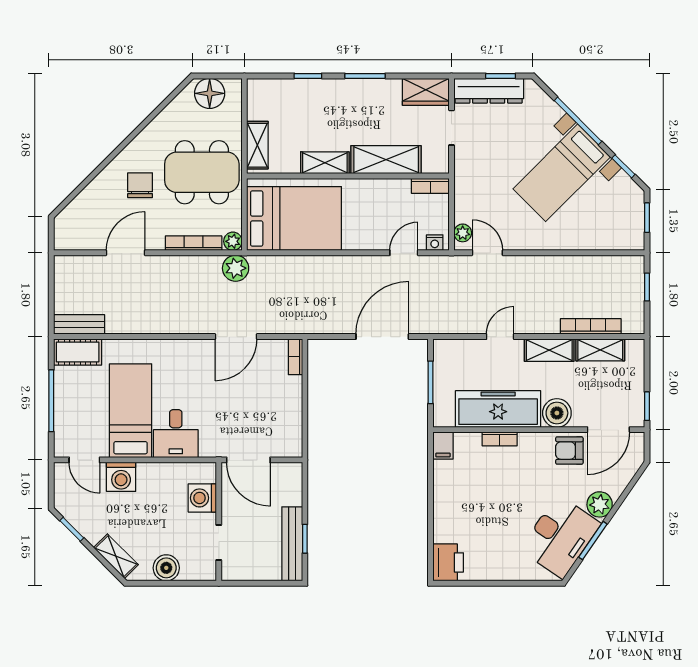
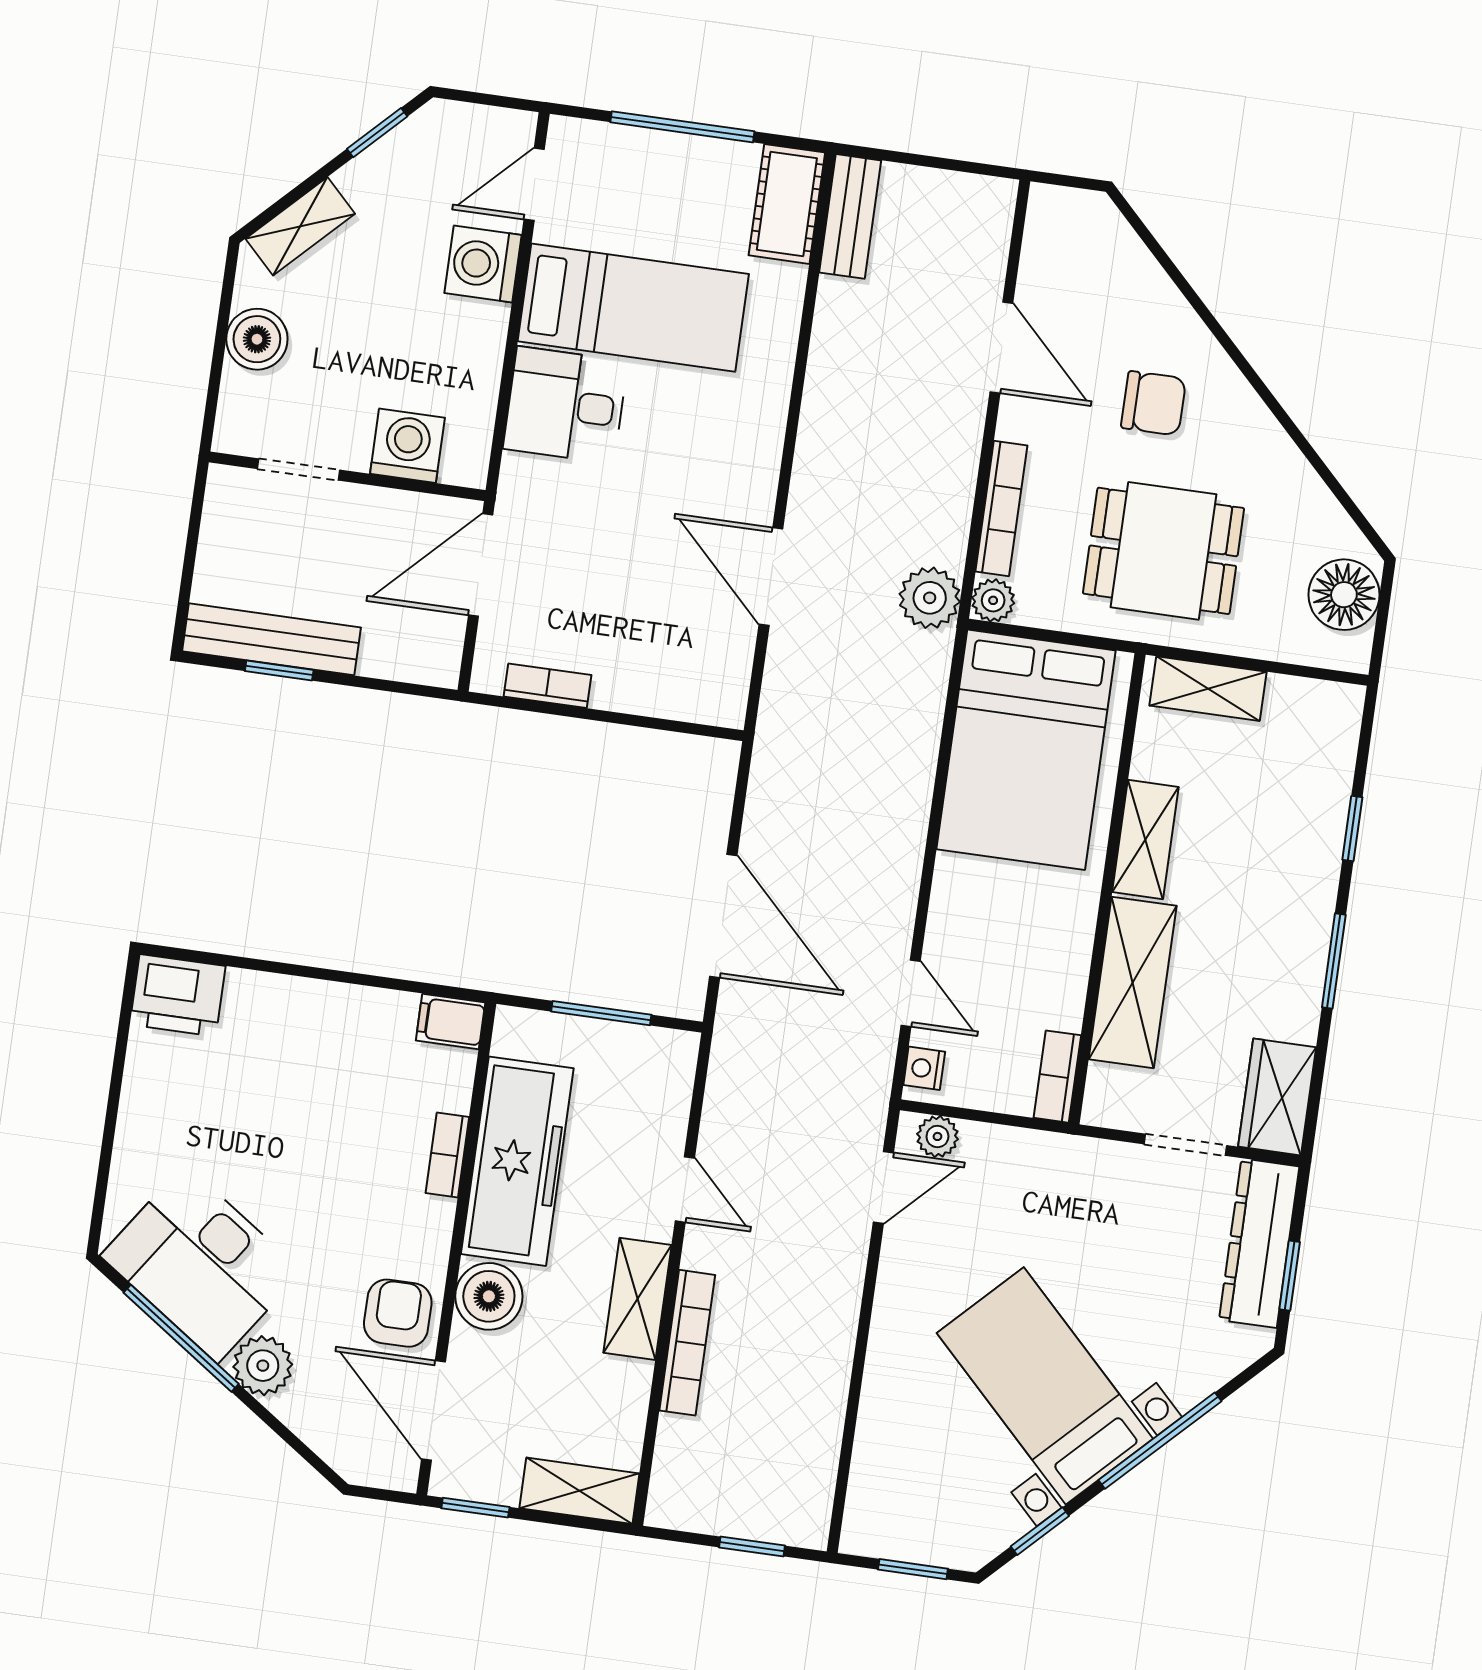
dining table: (202, 172) -> (1163, 551), width x0.73
bookcase: (591, 326) -> (687, 1343), moved
shelving: (600, 350) -> (579, 1491), moved, turned 90
bookcase: (295, 357) -> (548, 686), moved
window: (593, 541) -> (181, 1338), width x1.44

